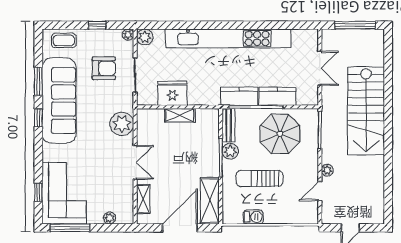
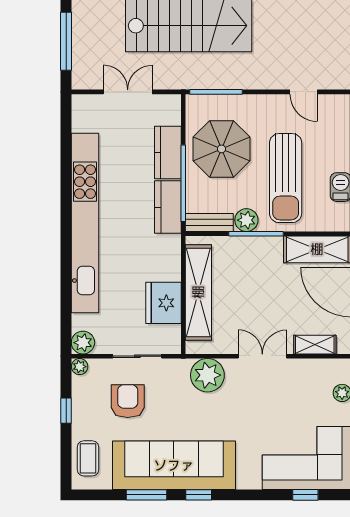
shelving: (180, 115) -> (198, 292), width x2.20, depth x1.33
plant: (327, 170) -> (274, 81), removed
sun lounger: (260, 179) -> (286, 178), width x1.36, depth x1.34

